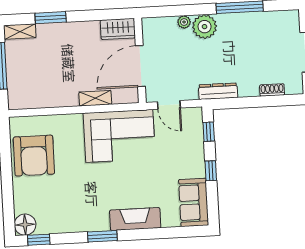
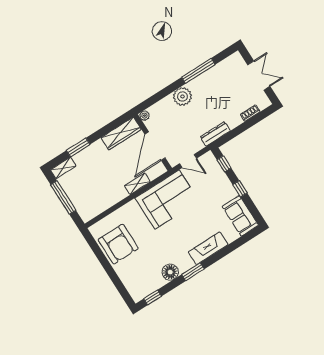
plant: (184, 22) -> (144, 116), moved
wardrobe: (118, 29) -> (121, 133), width x1.50
floor lamp: (25, 225) -> (170, 272), moved

